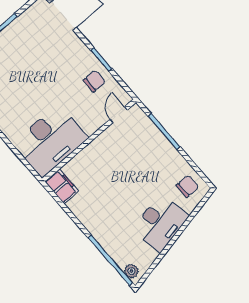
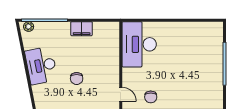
filing cabinet: (62, 186) -> (82, 29), moved
chair: (187, 186) -> (77, 79), moved

